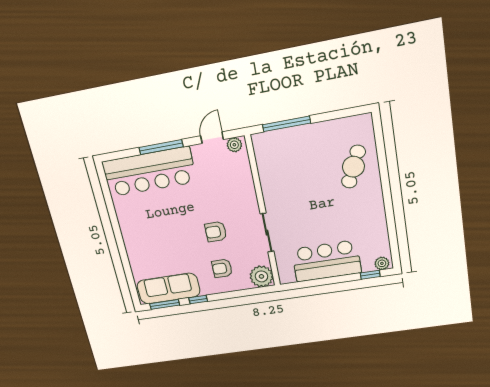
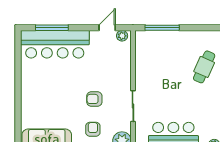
window: (161, 147) -> (52, 28), moved
armchair: (222, 268) -> (93, 129), turned 90

